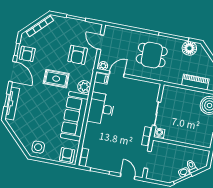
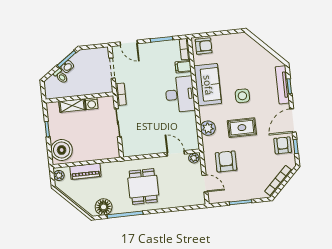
dining table: (152, 55) -> (143, 187), turned 90
door: (13, 72) -> (293, 121), hinge flipped
door: (117, 74) -> (176, 153), swing flipped
filing cabinet: (101, 78) -> (183, 67), moved
desk: (101, 109) -> (180, 94), moved
sofa: (75, 116) -> (208, 85), width x0.73
washing machine: (159, 133) -> (92, 103), moved
shelving: (190, 139) -> (72, 106), added
side table: (38, 147) -> (242, 96), moved
armchair: (67, 155) -> (204, 46), turned -90

